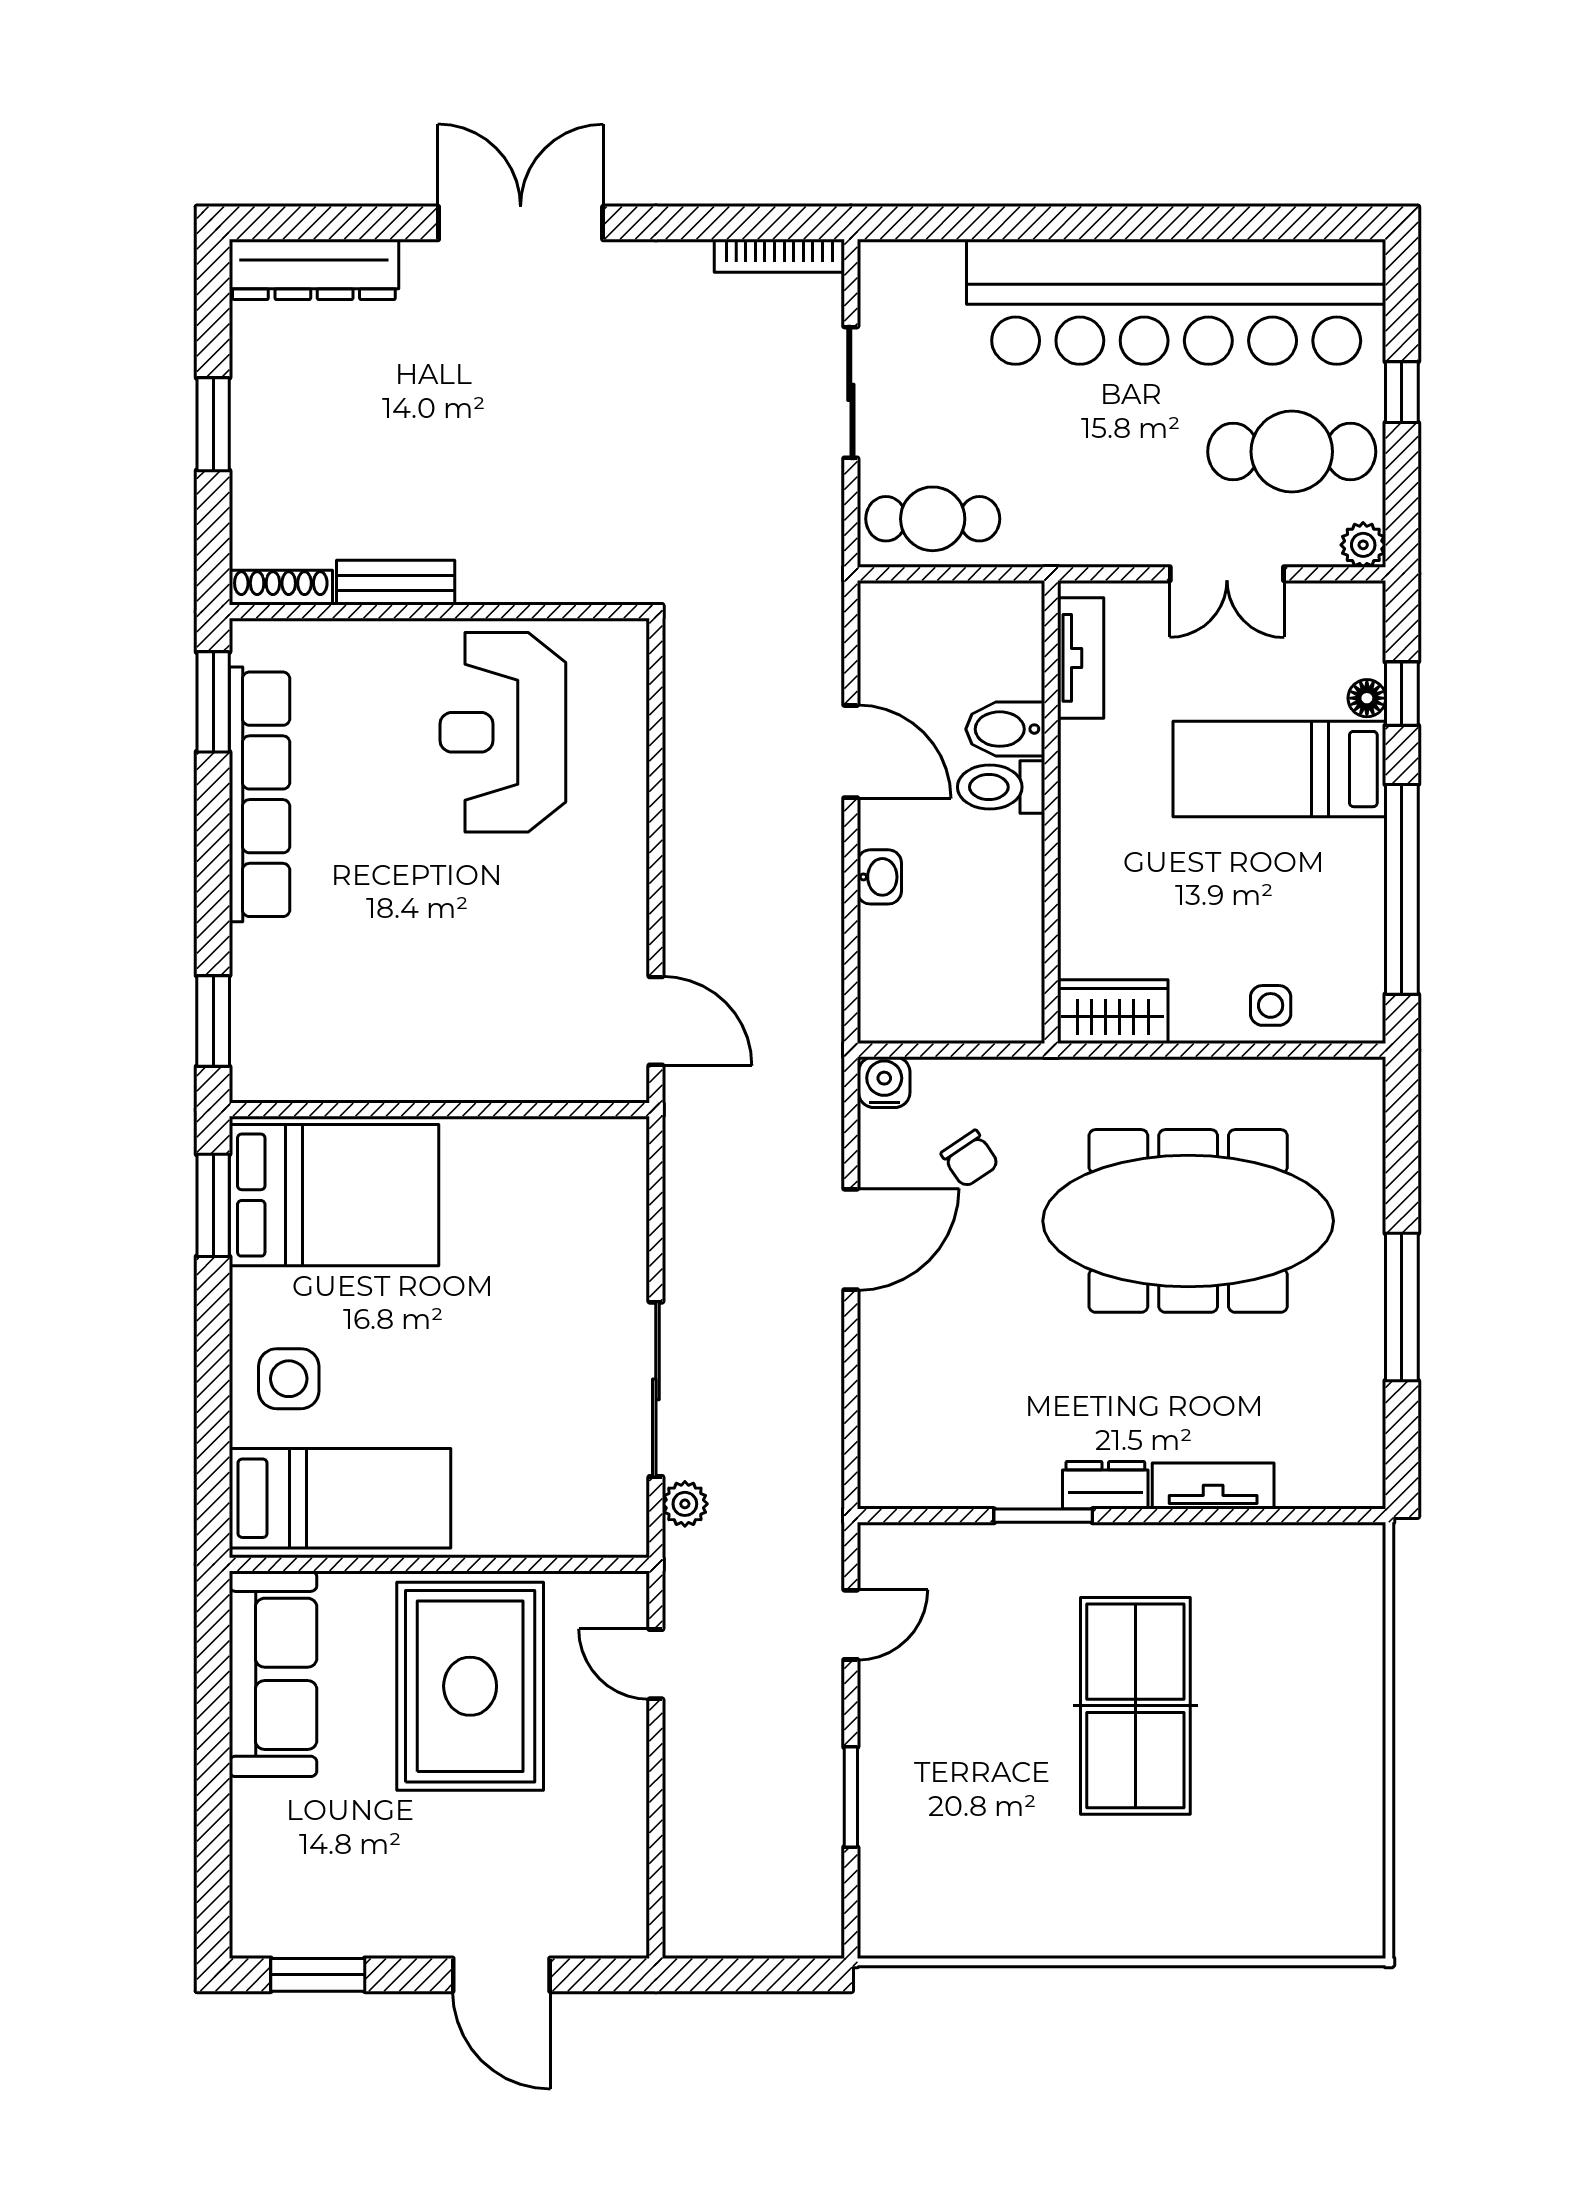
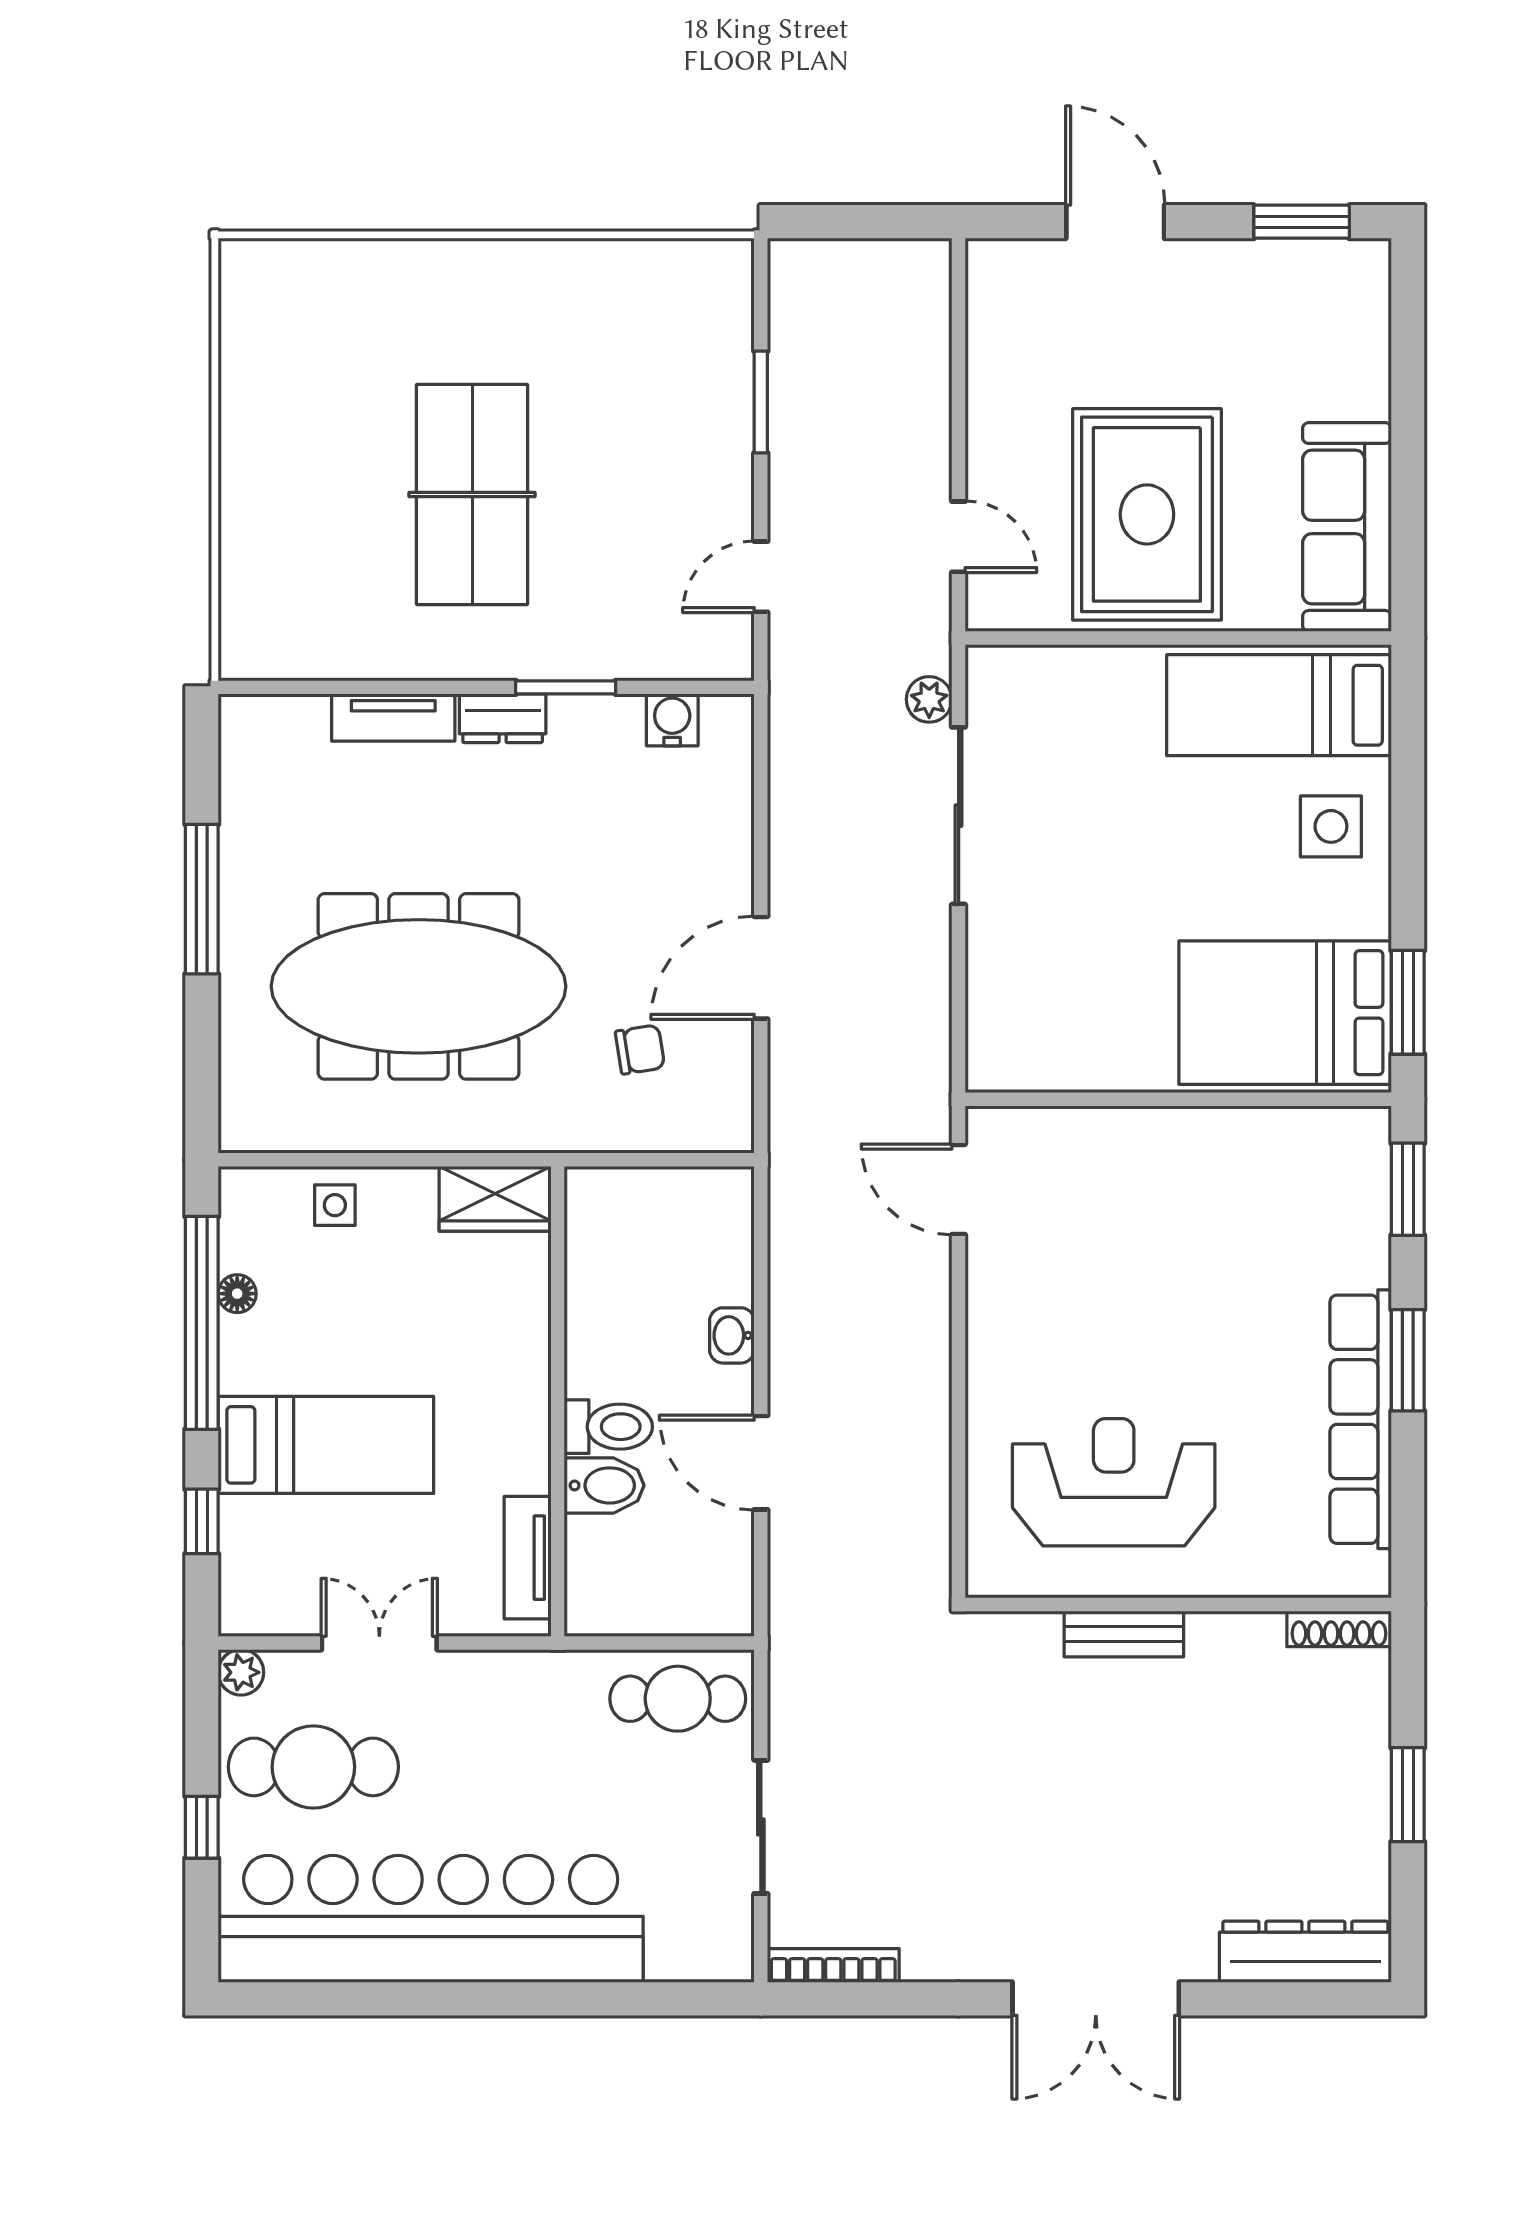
bench: (396, 583) -> (1124, 1634), moved
floor lamp: (1367, 698) -> (237, 1294), moved
window: (213, 702) -> (1408, 1360), moved
reception desk: (503, 732) -> (1114, 1482), turned -90
water cooler: (884, 1082) -> (672, 720), moved, turned 180
chair: (970, 1159) -> (640, 1049), turned 115

